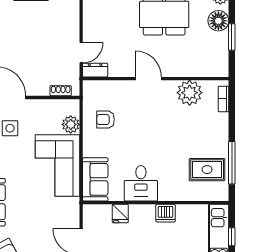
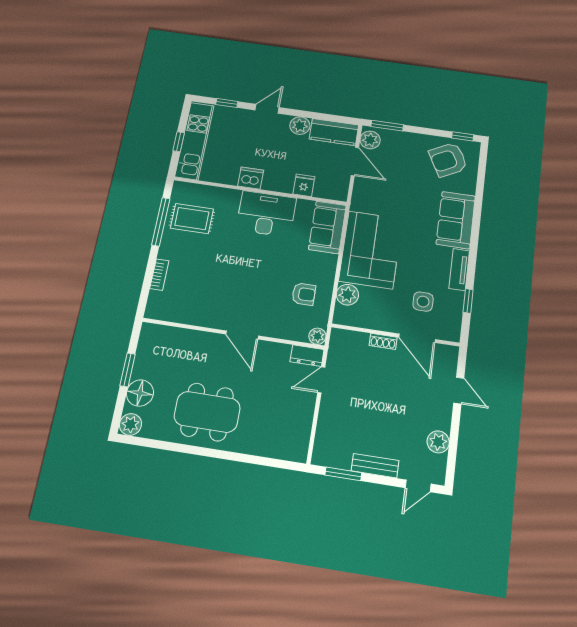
shoe rack: (61, 91) -> (383, 341), moved
plant: (190, 93) -> (317, 336), moved, width x0.53, depth x0.53
bookcase: (224, 99) -> (159, 275), moved
desk: (141, 183) -> (266, 214), width x1.37

